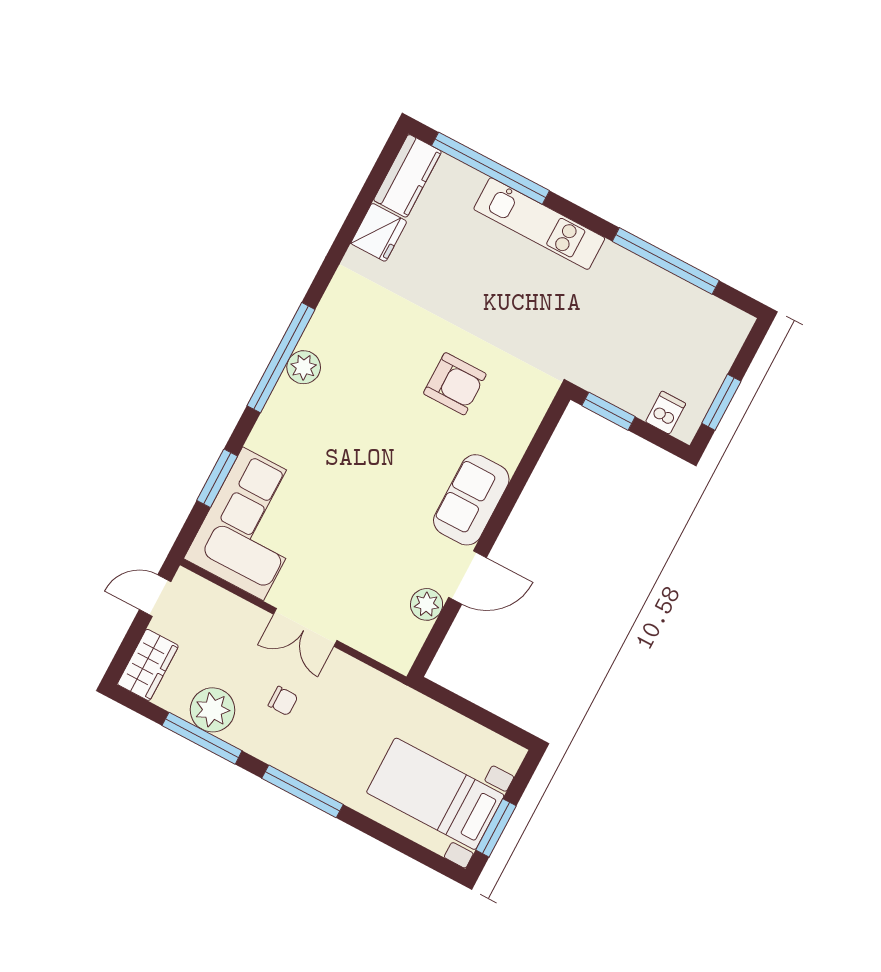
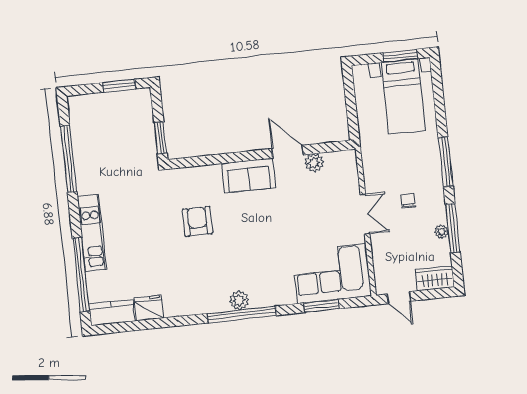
dishwasher: (666, 413) -> (142, 109), removed
plant: (212, 710) -> (442, 232), width x0.53, depth x0.53

